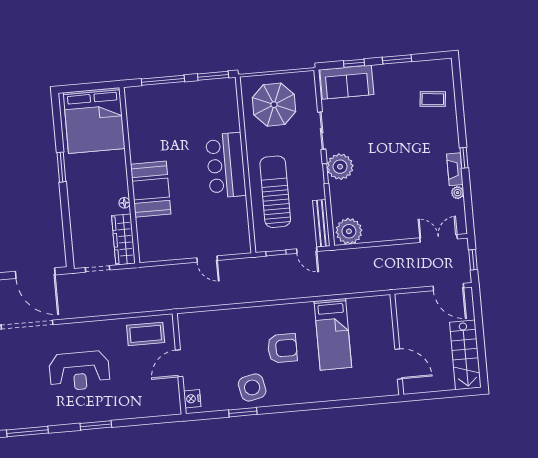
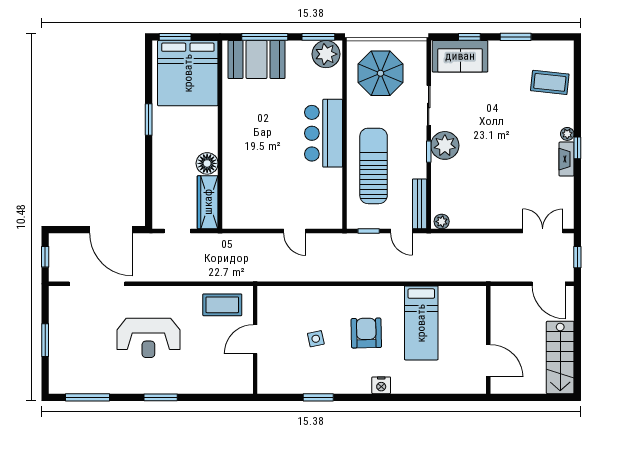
window: (79, 88) -> (175, 37), added
plant: (222, 91) -> (326, 54), added
coffee table: (433, 99) -> (550, 82), width x1.36, depth x1.30
booth: (151, 189) -> (256, 59), moved, turned 90
plant: (458, 193) -> (567, 134), moved
floor lamp: (124, 203) -> (207, 163), width x1.89, depth x1.89
plant: (349, 231) -> (442, 222), width x0.53, depth x0.53
armchair: (282, 348) -> (366, 333), turned -91
side table: (252, 387) -> (316, 339), moved, width x0.54, depth x0.54
nightstand: (192, 399) -> (381, 385), moved, turned -90

